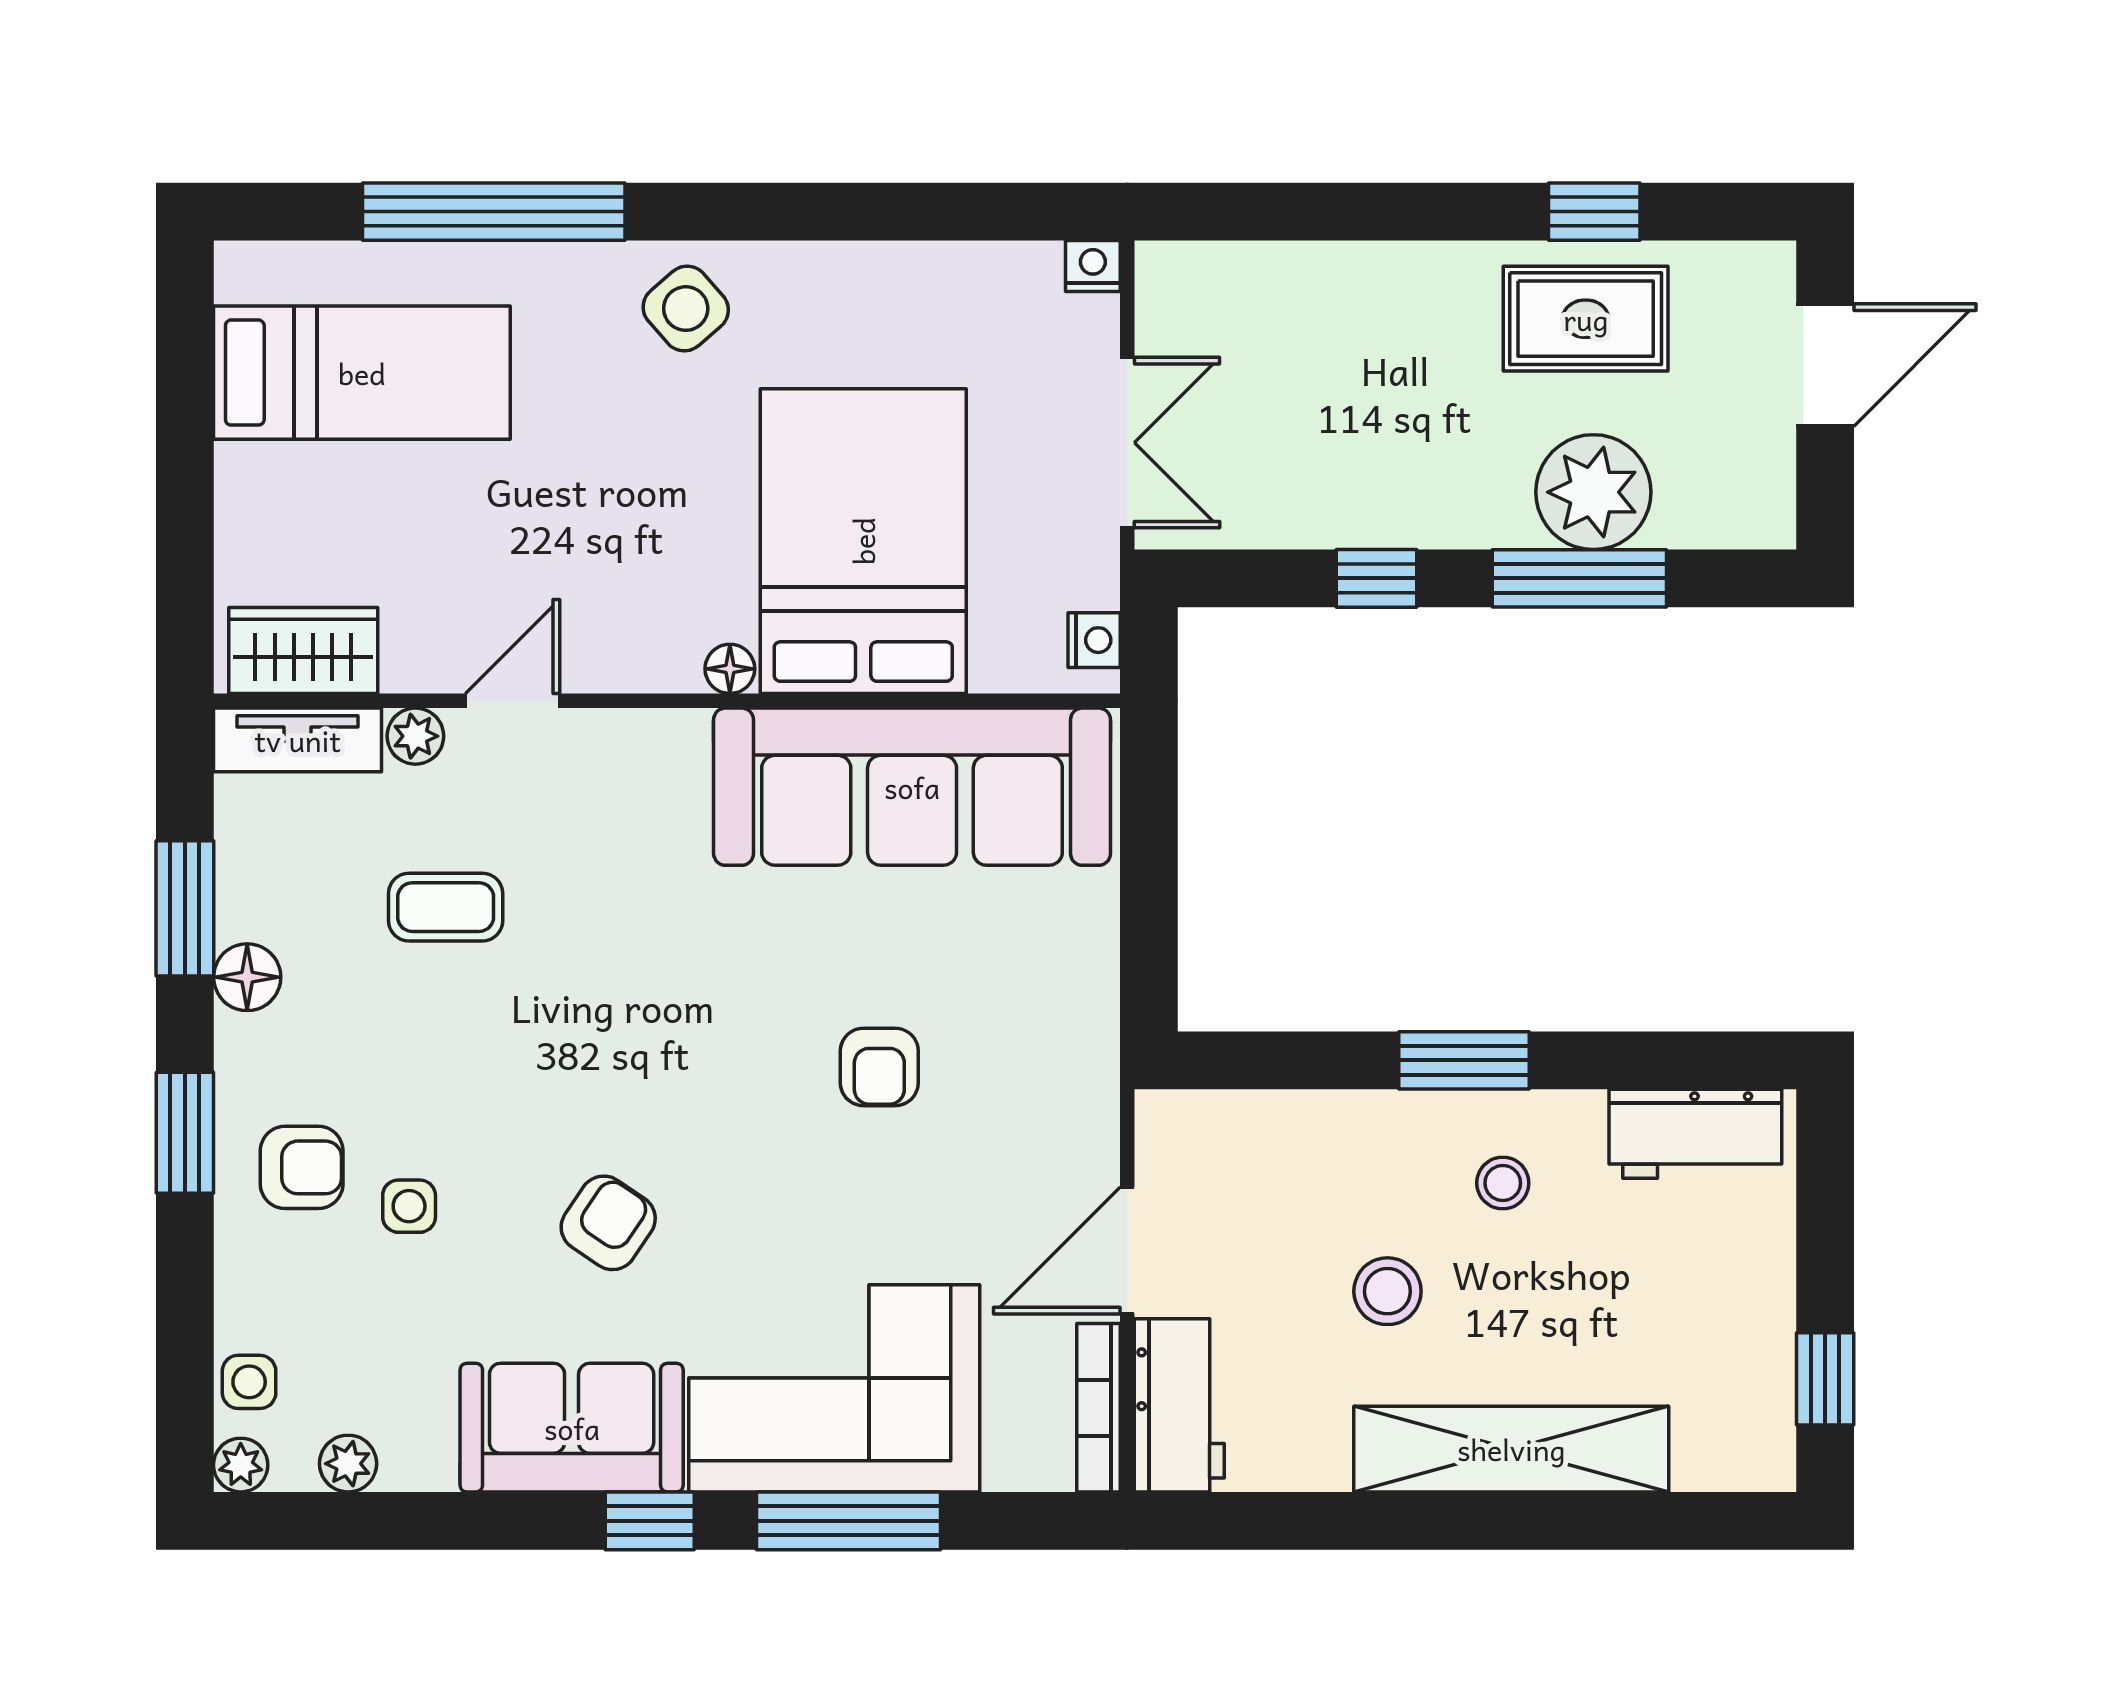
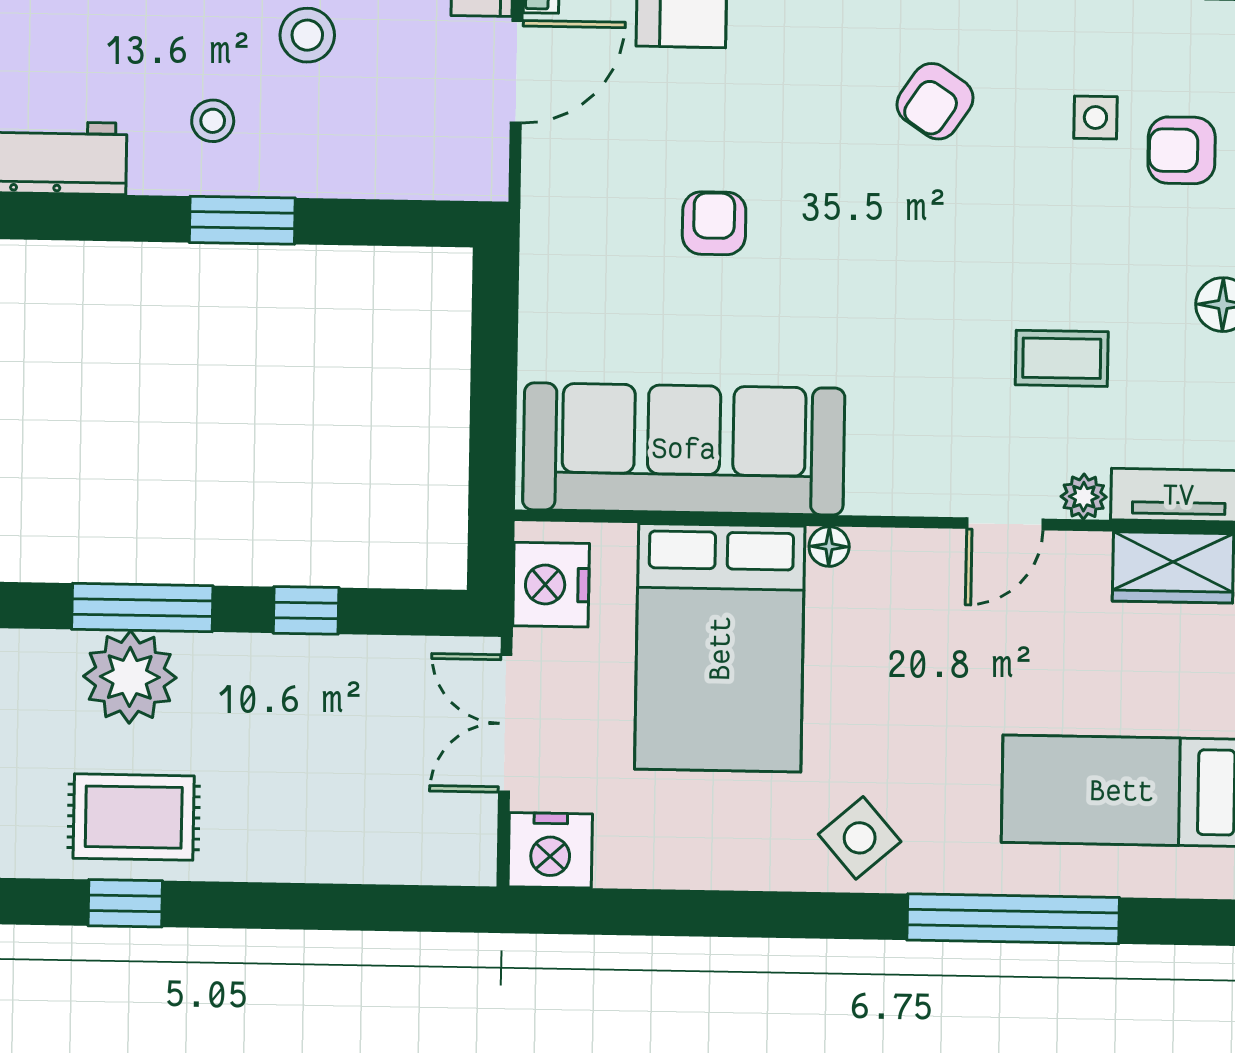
nightstand: (1093, 266) -> (550, 850), width x1.89, depth x1.79
nightstand: (1094, 640) -> (551, 585), width x1.89, depth x1.79

